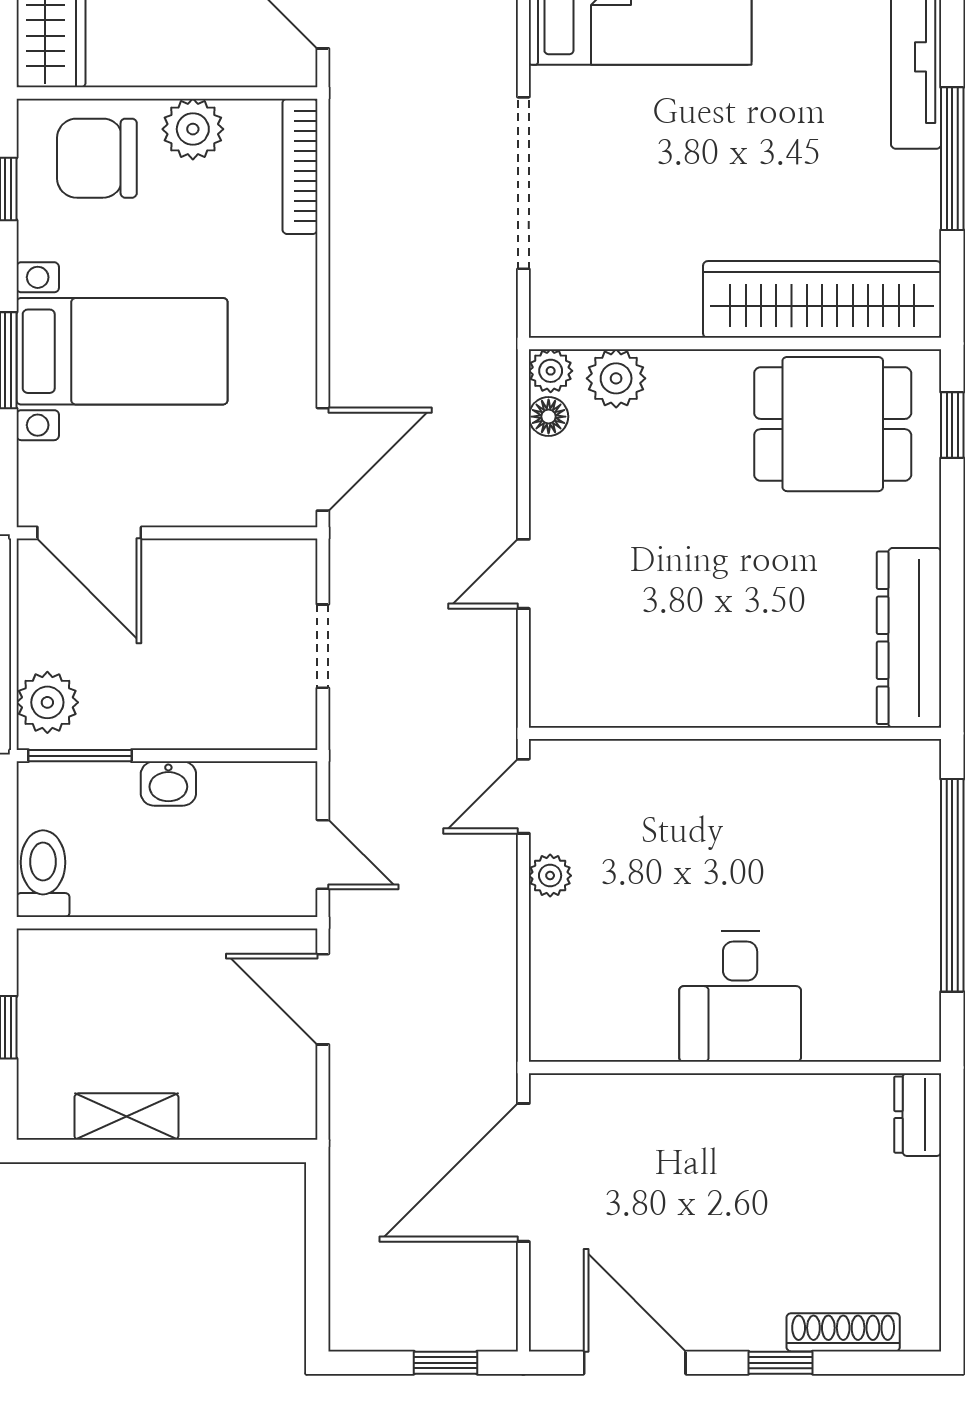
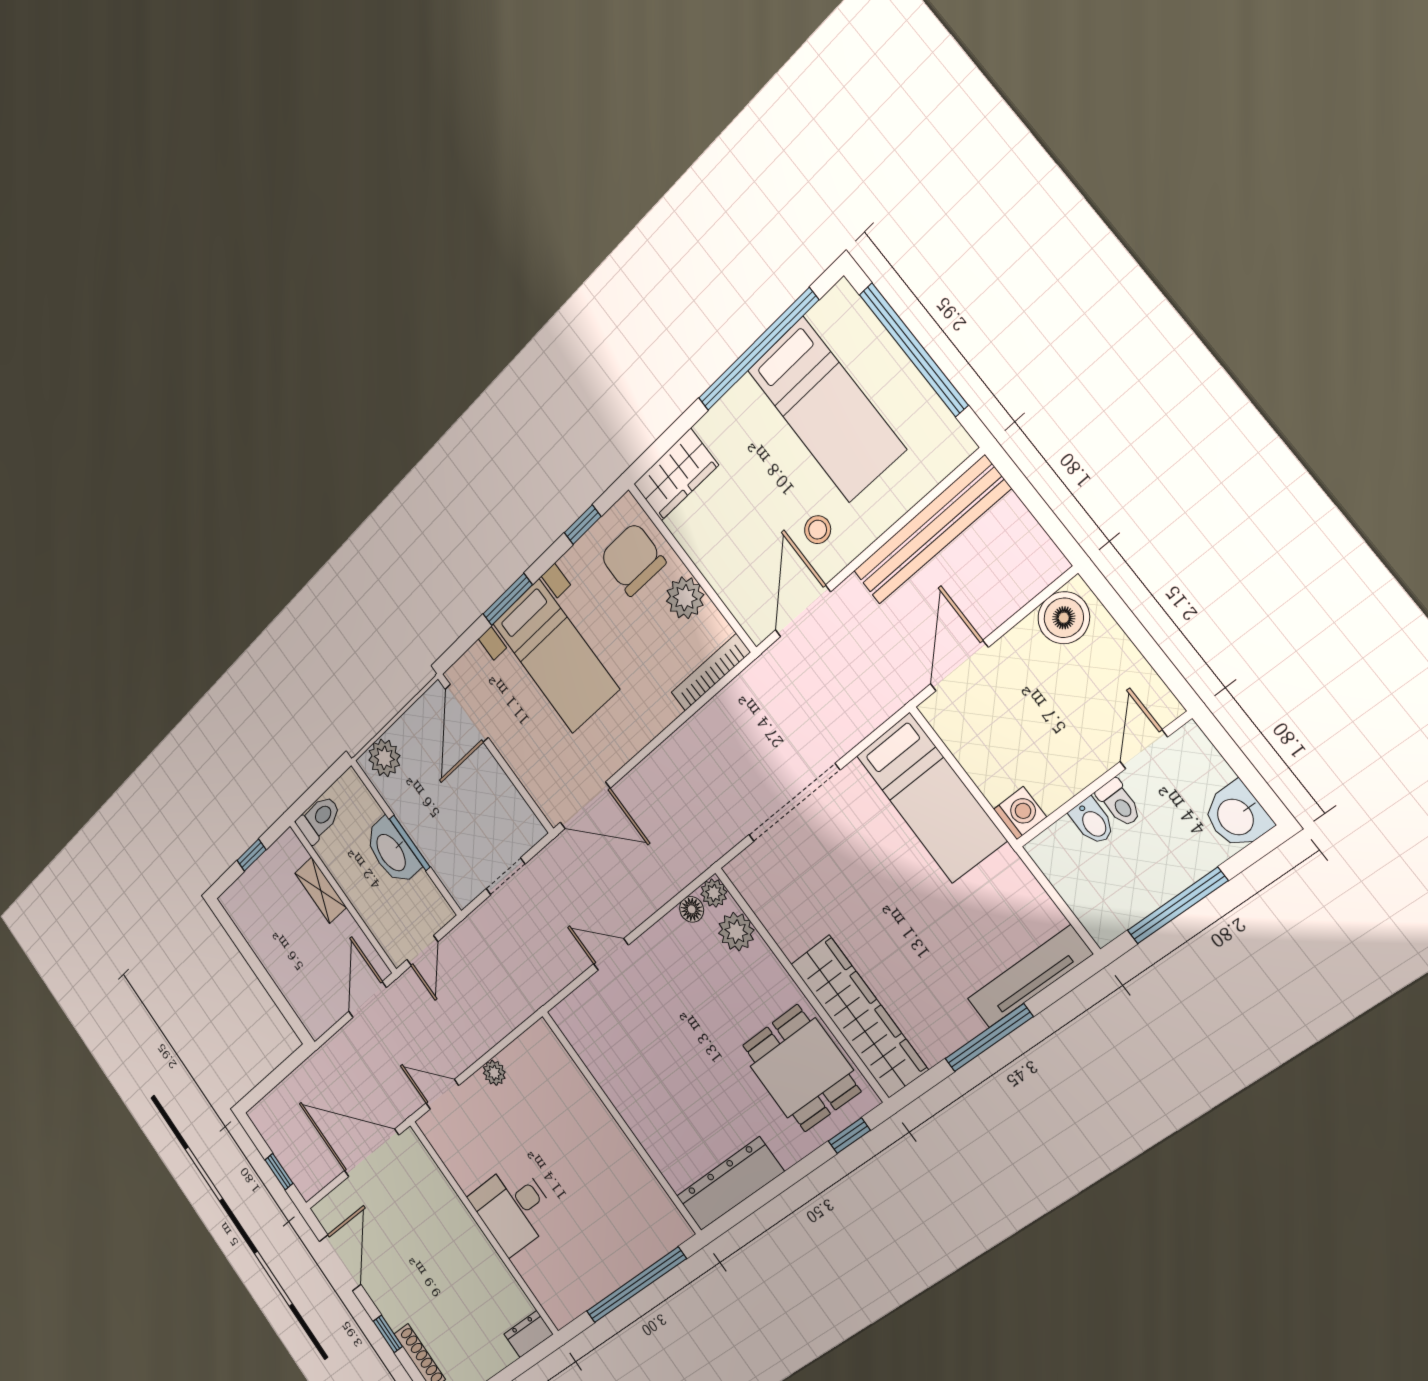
window: (80, 756) -> (410, 843), moved
washbasin: (168, 784) -> (392, 852), width x1.91, depth x1.45
door: (523, 796) -> (442, 1094), moved
shelving: (126, 1117) -> (321, 890), moved

